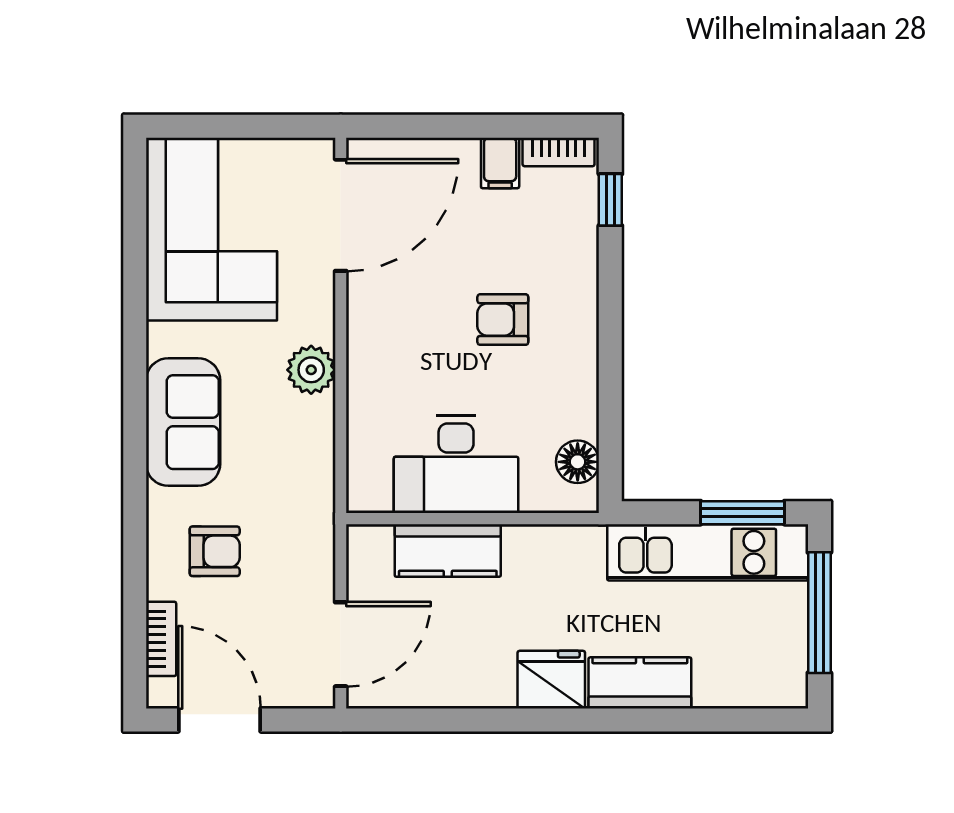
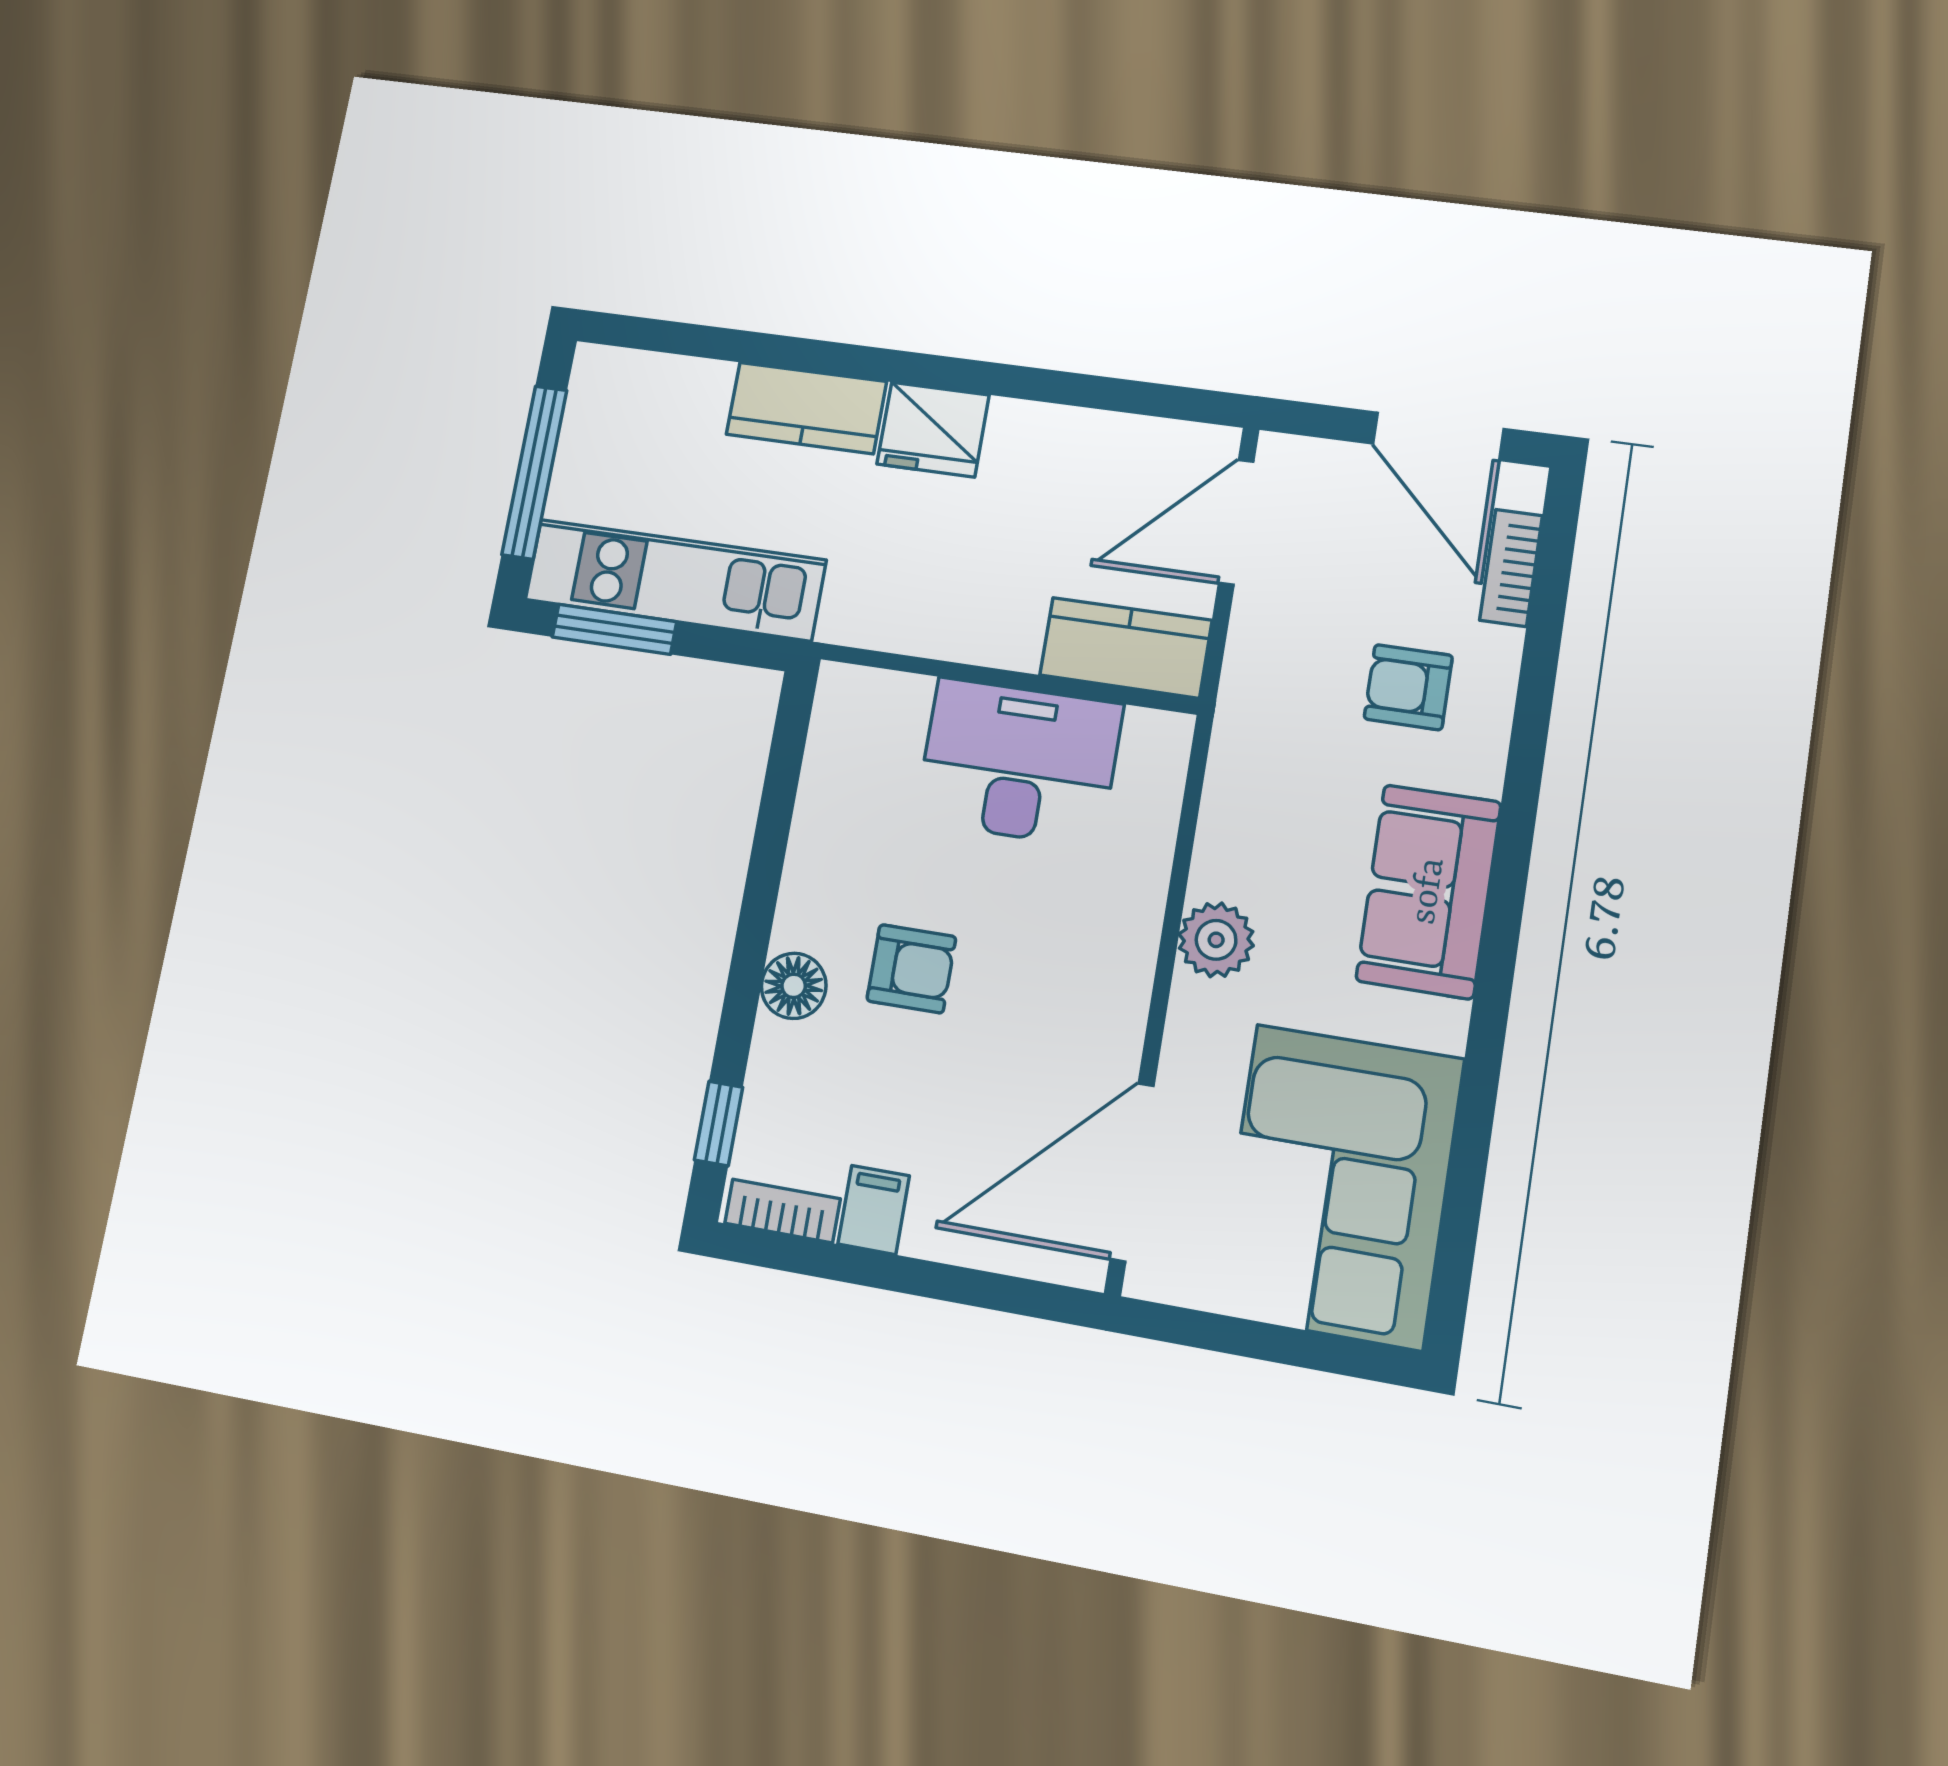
floor lamp: (578, 462) -> (794, 986), moved
kitchen counter: (448, 550) -> (1126, 648), moved

